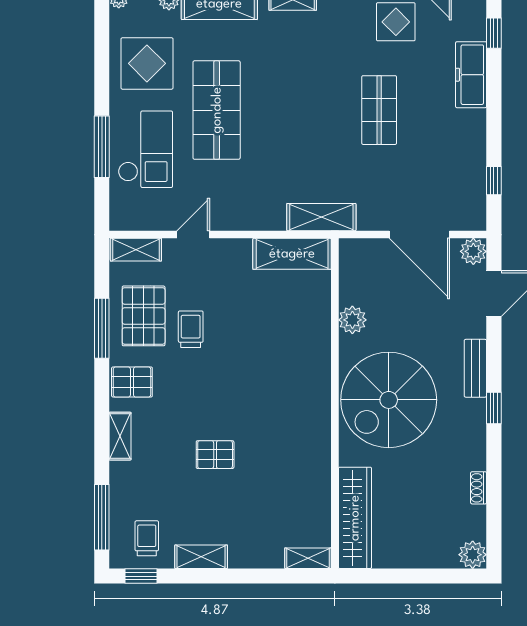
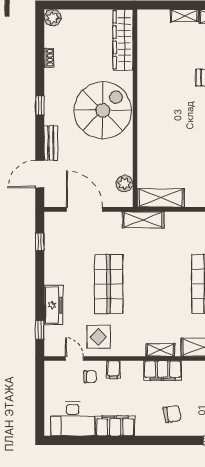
shop shelf: (379, 110) -> (108, 284), width x1.43, depth x1.36
plant: (473, 251) -> (52, 199), removed
plant: (352, 320) -> (124, 184), moved
bench: (475, 368) -> (51, 143), moved
shelving: (308, 558) -> (184, 16), moved

